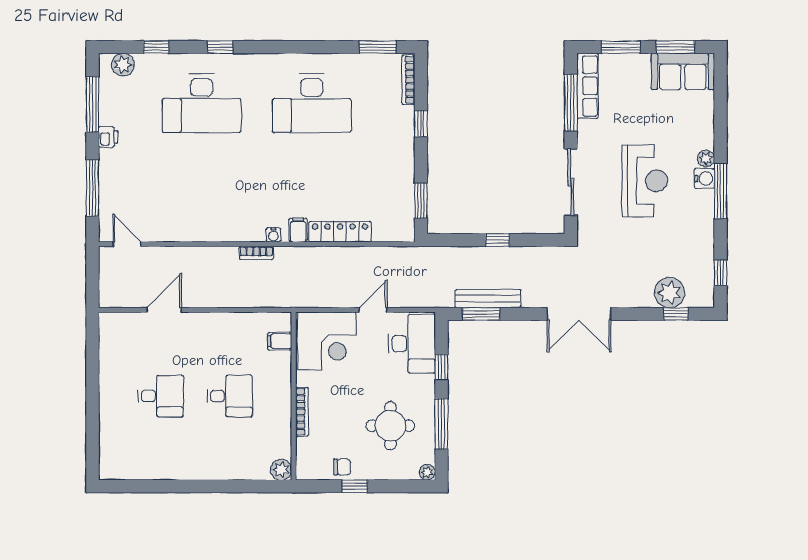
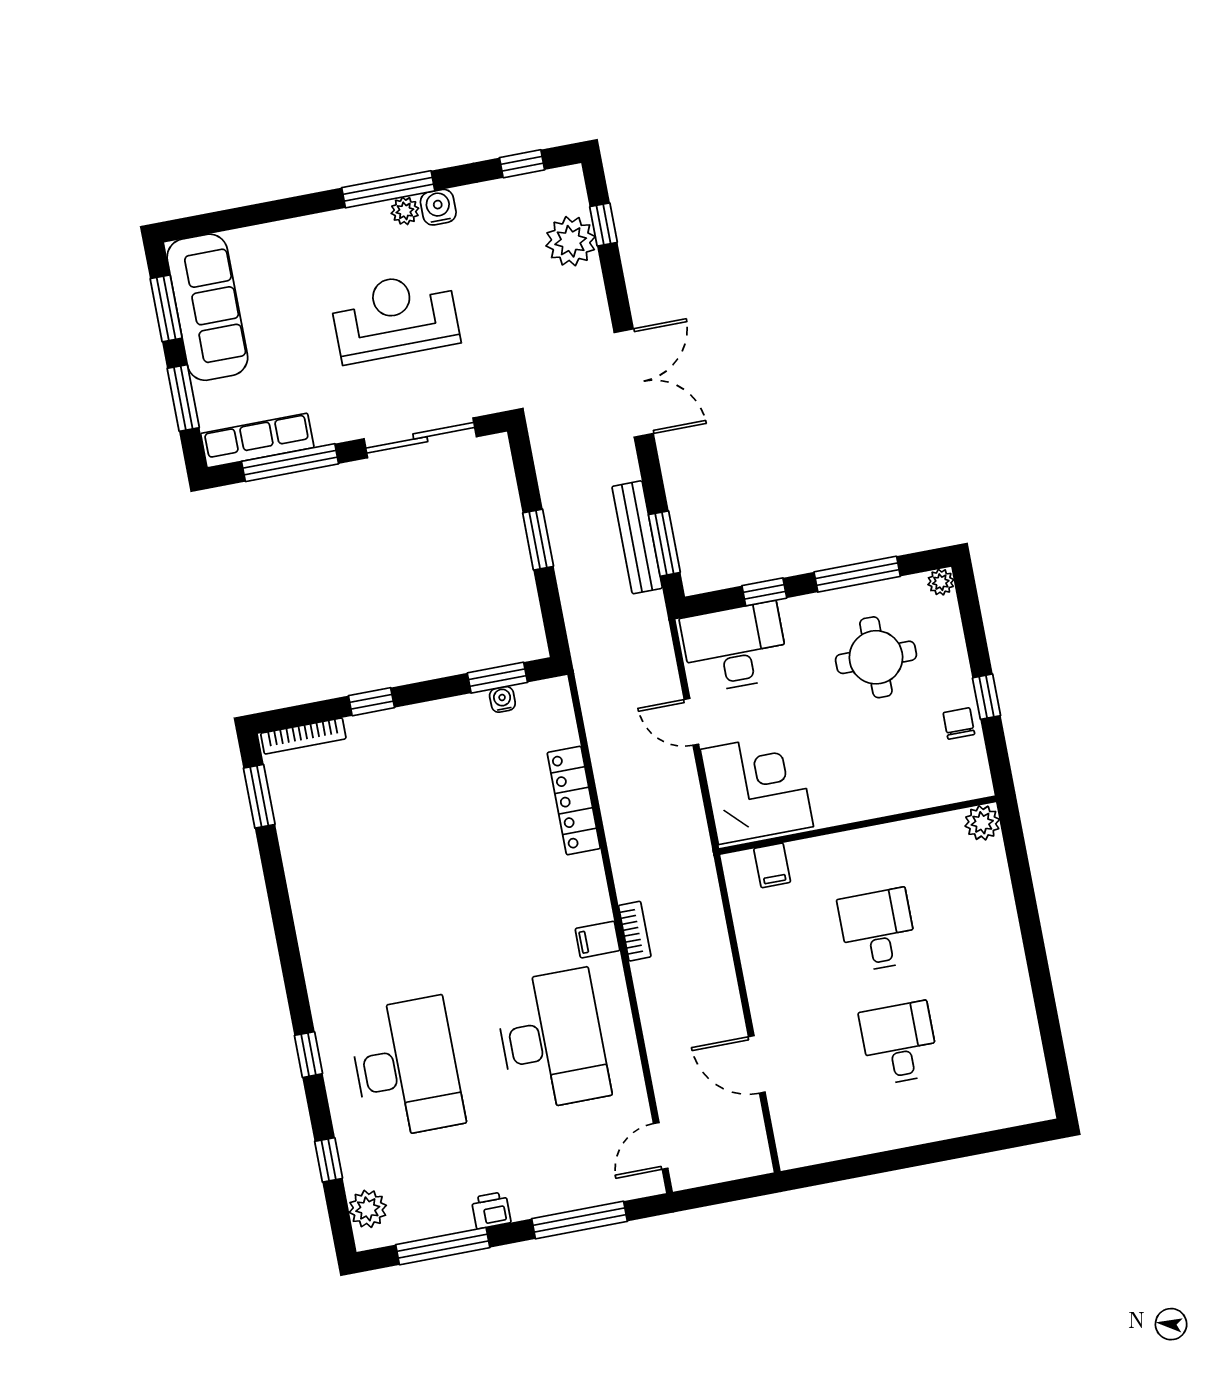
sofa: (683, 72) -> (207, 307), width x1.36
desk: (312, 103) -> (552, 1040), moved
plant: (706, 159) -> (405, 211), moved
water cooler: (704, 179) -> (438, 207), moved
filing cabinet: (298, 230) -> (597, 940), moved
water cooler: (273, 235) -> (502, 699), moved, turned -90
window: (498, 240) -> (538, 540), width x1.50
bookcase: (302, 412) -> (881, 807), removed

